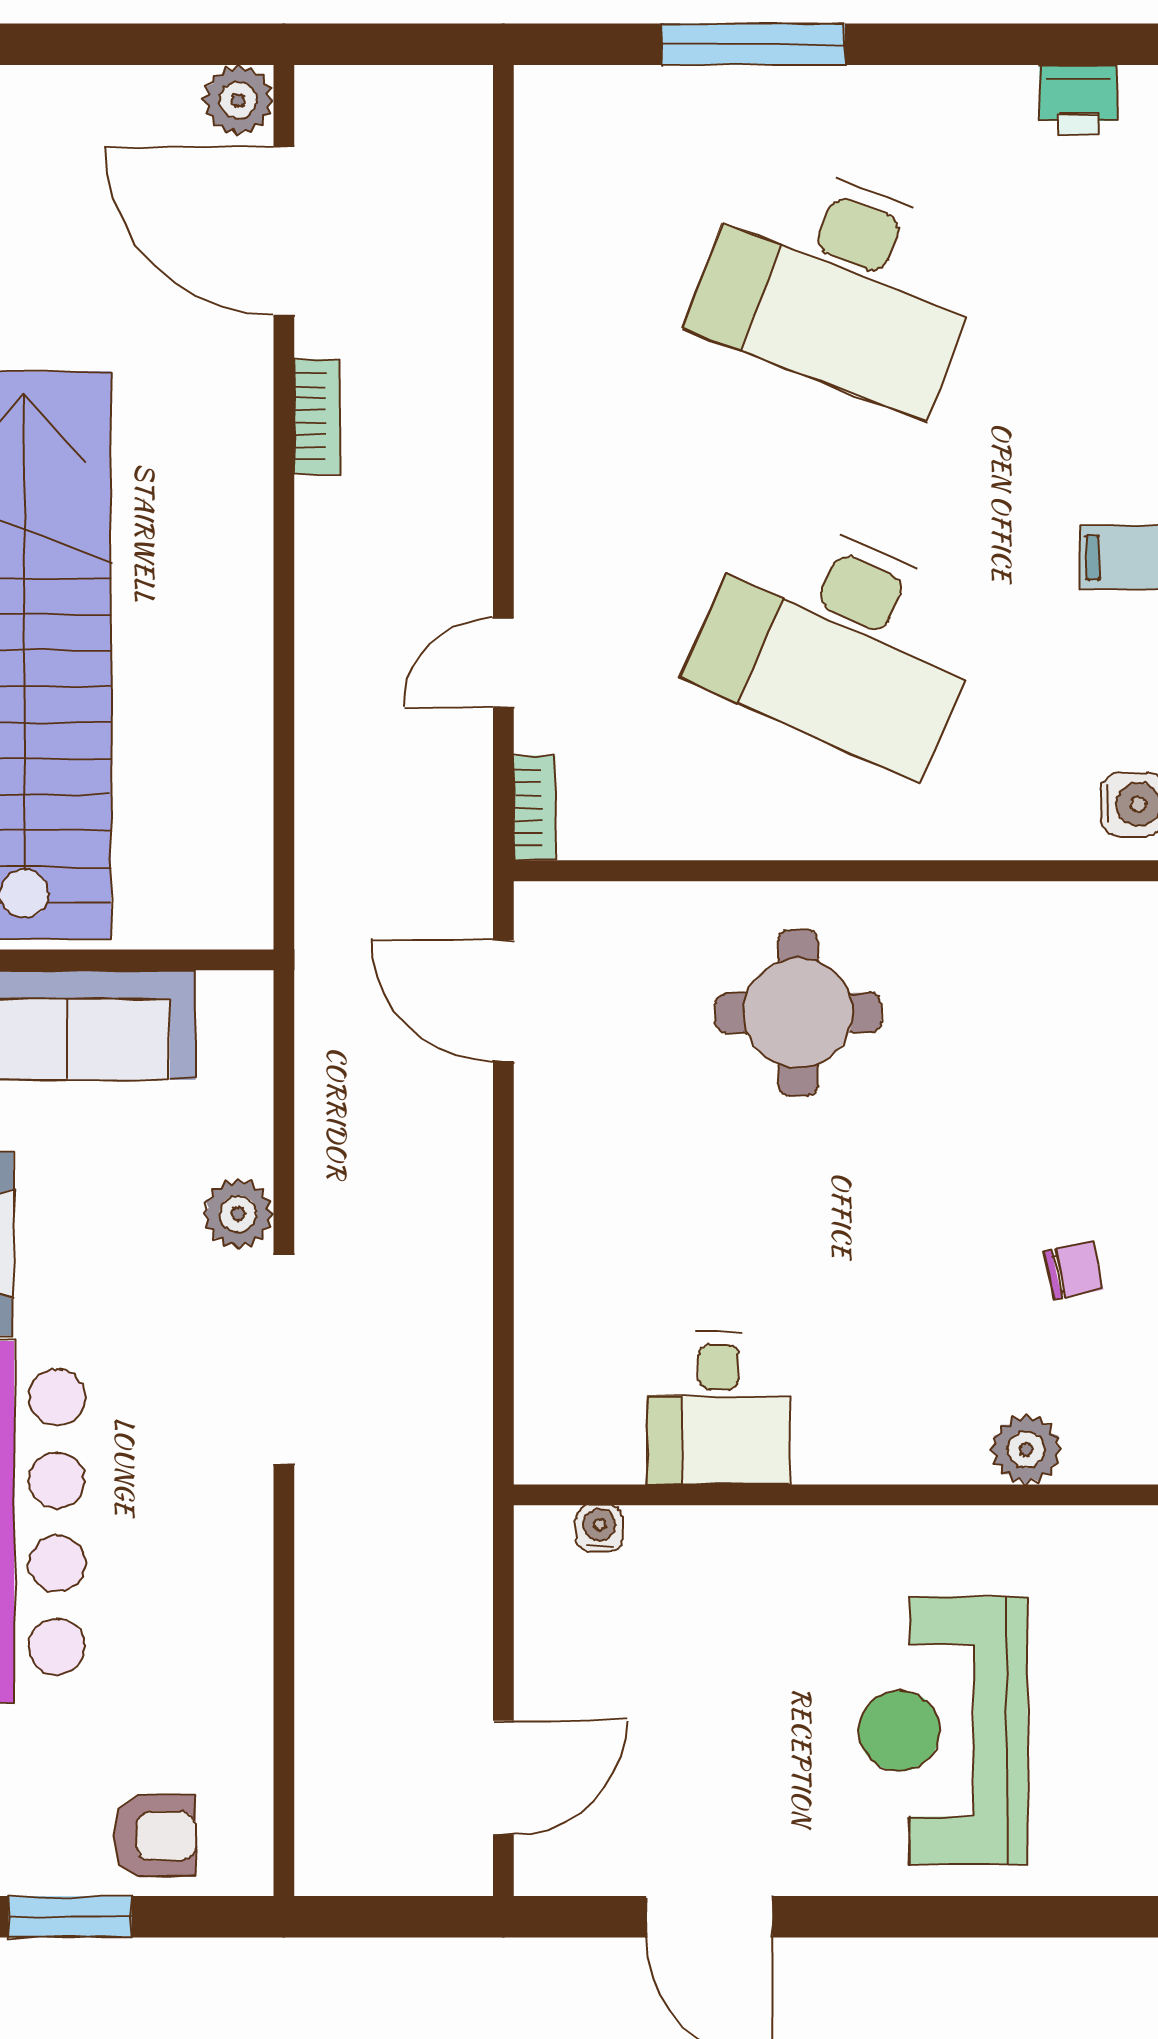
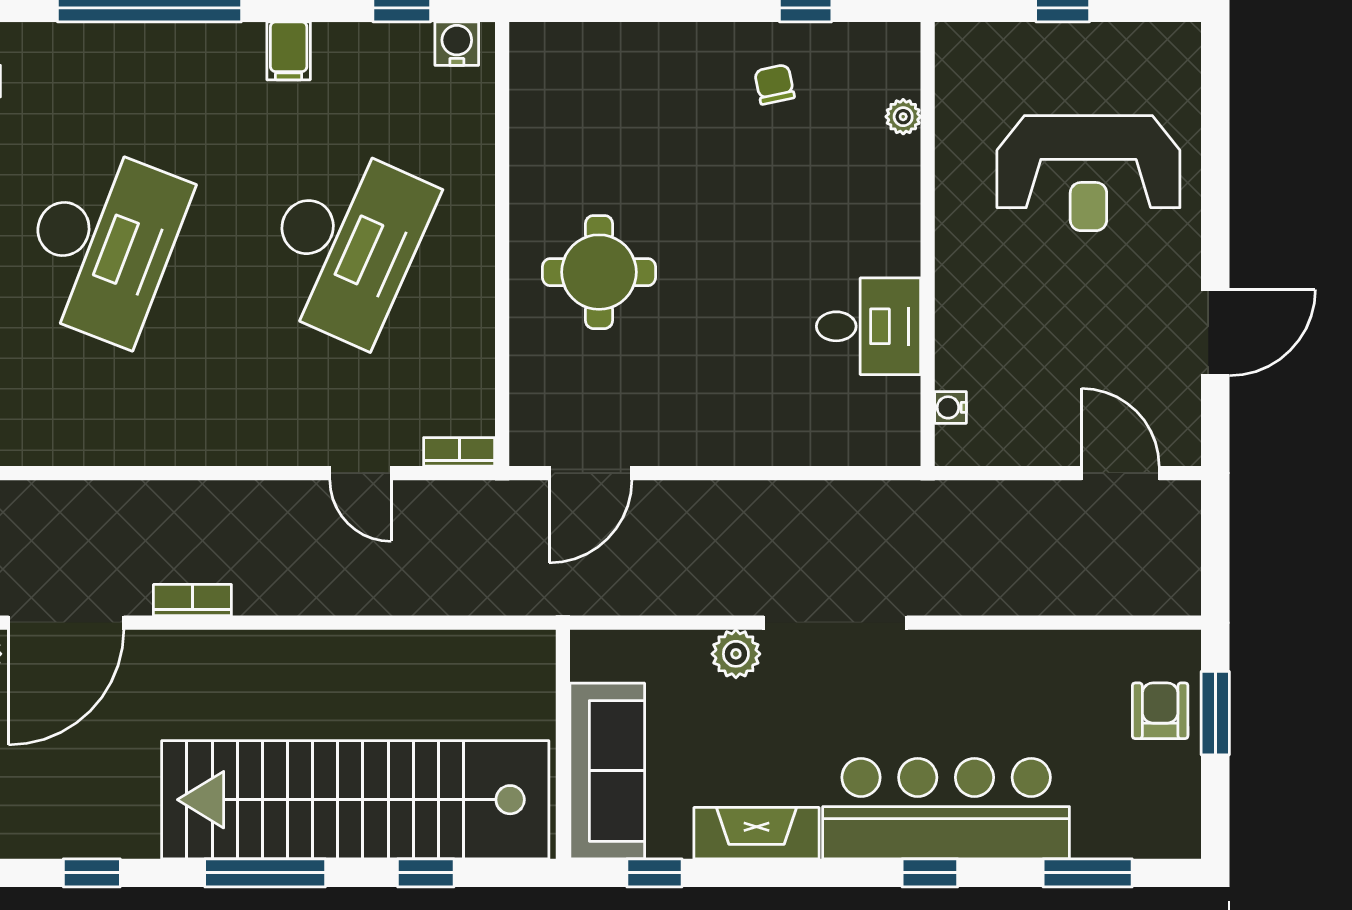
plant: (1026, 1449) -> (903, 117), width x0.73, depth x0.73
window: (70, 1917) -> (1215, 713), moved

